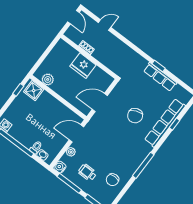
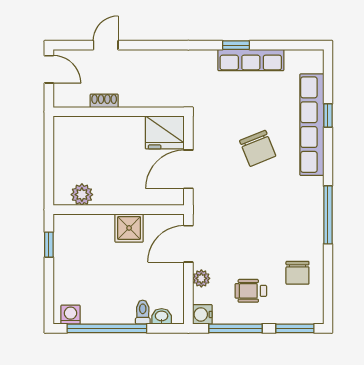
fridge: (83, 66) -> (165, 132), moved
shower: (34, 91) -> (129, 228), moved

